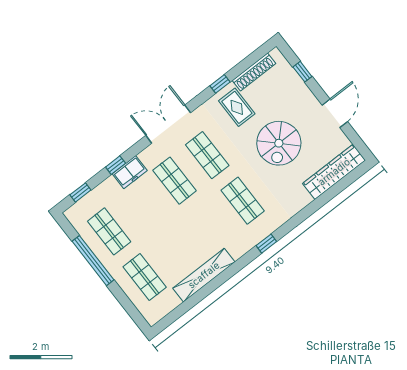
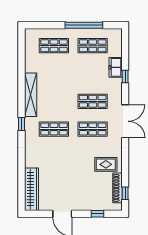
window: (220, 84) -> (125, 193), moved
spiral stairs: (279, 143) -> (69, 172), removed
freezer: (130, 172) -> (116, 67), moved
window: (80, 192) -> (125, 47), removed
shelving: (204, 275) -> (31, 95), moved

